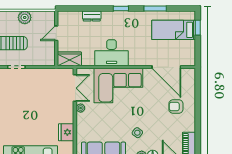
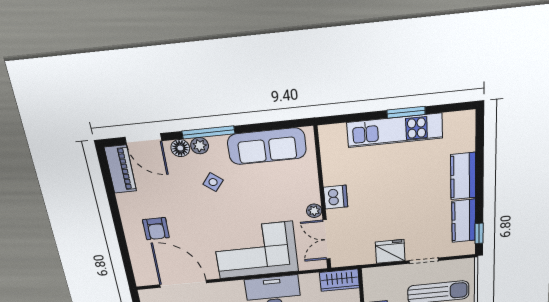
armchair: (176, 107) -> (156, 229), turned 90
dishwasher: (67, 115) -> (336, 197), added
fridge: (66, 132) -> (390, 251), moved, turned -90

